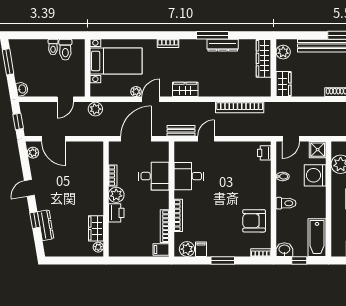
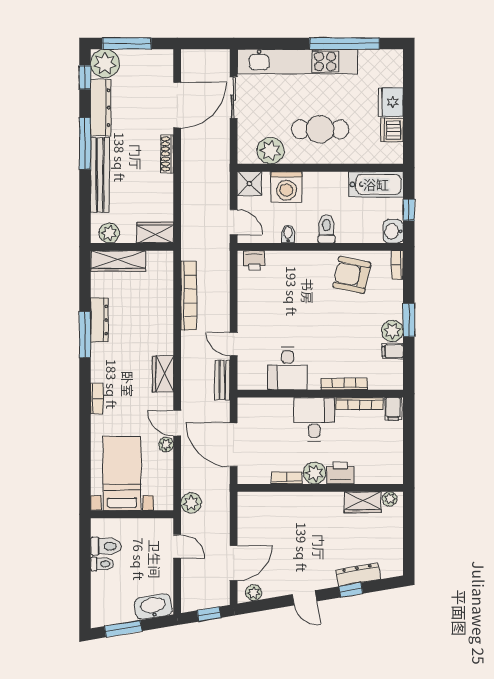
washbasin: (22, 89) -> (153, 607), width x1.91, depth x1.45
desk: (154, 176) -> (314, 419), moved
armchair: (254, 221) -> (352, 275), turned 102
plant: (187, 249) -> (392, 331), moved

